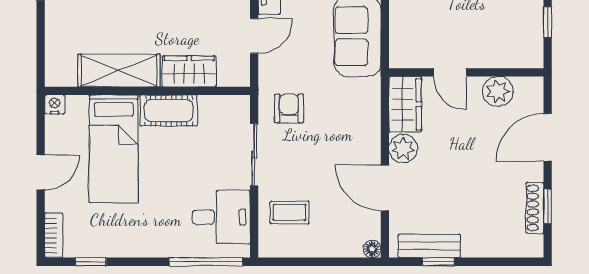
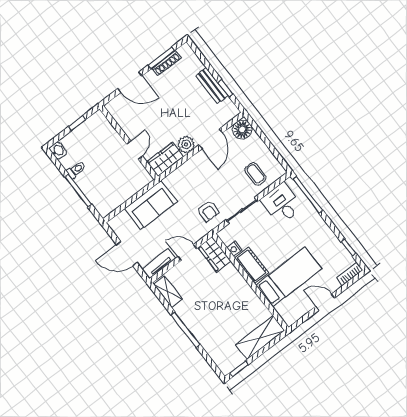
shelving: (119, 71) -> (260, 338), moved, turned 90
wardrobe: (189, 71) -> (214, 254), moved
plant: (498, 91) -> (126, 121), removed
nightstand: (55, 104) -> (234, 249), moved
armchair: (289, 108) -> (208, 211), turned -90
window: (548, 206) -> (161, 58), width x1.50
bench: (429, 246) -> (212, 85), moved
floor lamp: (372, 249) -> (242, 130), width x1.89, depth x1.89

